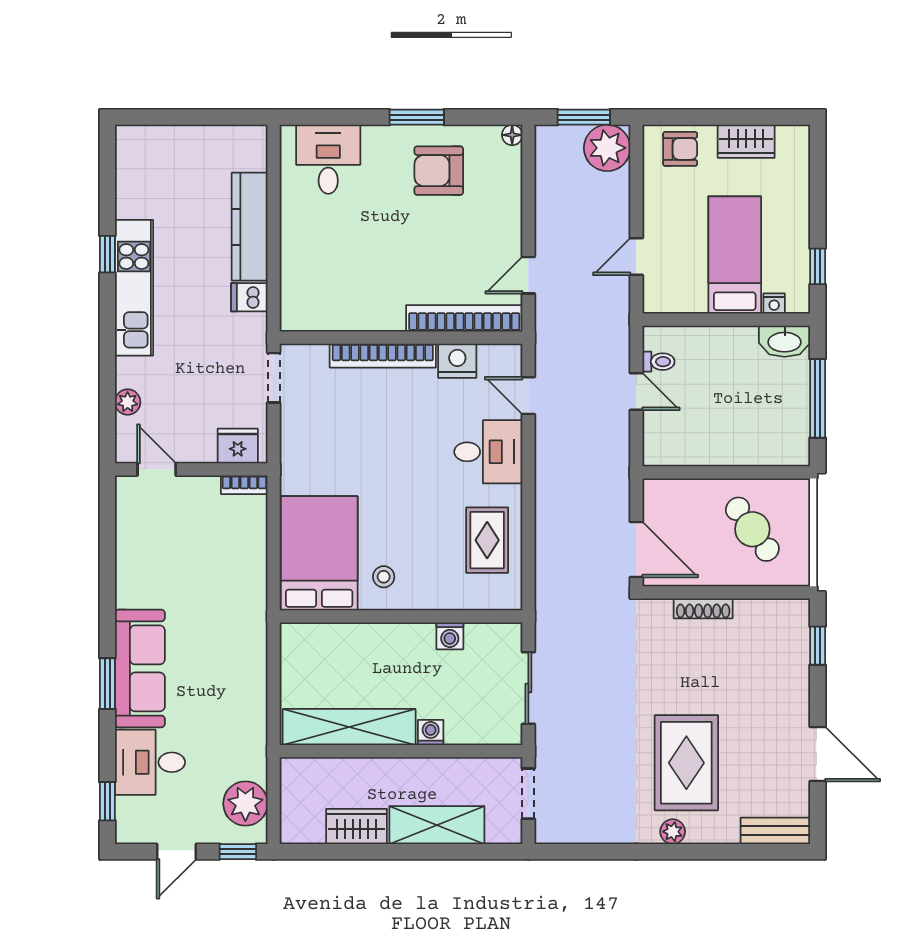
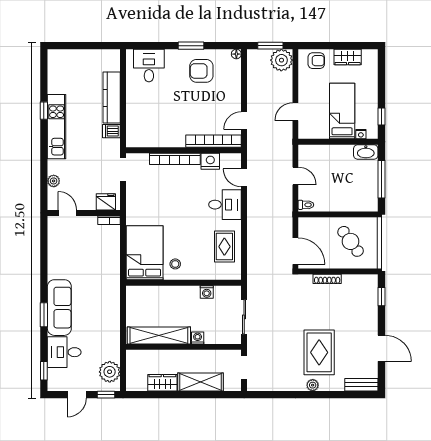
toilet: (658, 362) -> (306, 205), moved

